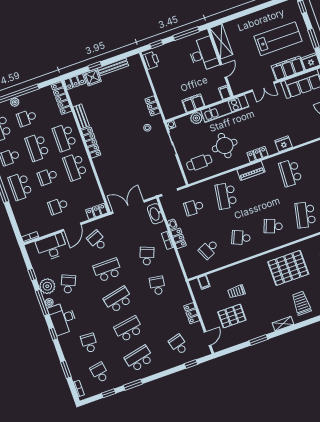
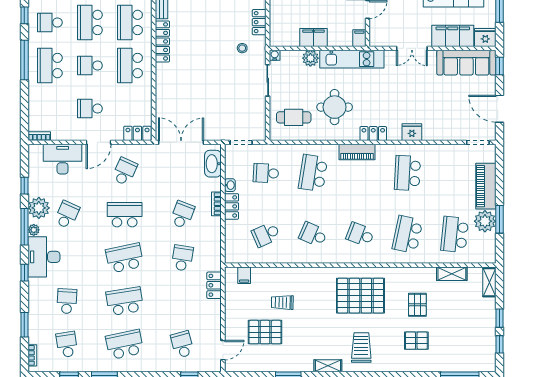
school desk: (97, 241) -> (125, 171), turned 45
locker: (192, 313) -> (214, 285), moved

